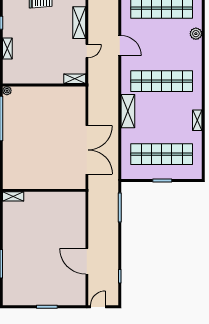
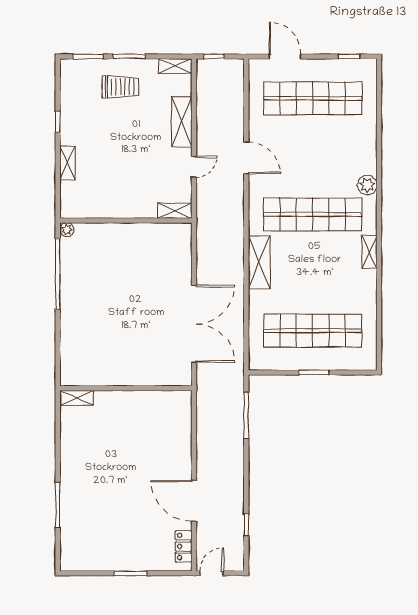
plant: (196, 34) -> (367, 185), moved
shelving: (197, 120) -> (370, 252), moved
locker: (80, 290) -> (184, 546), added

